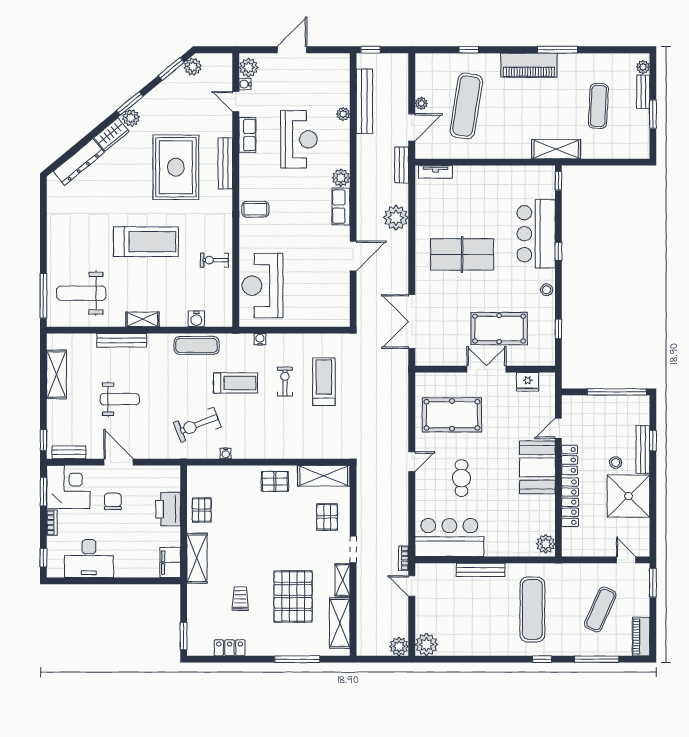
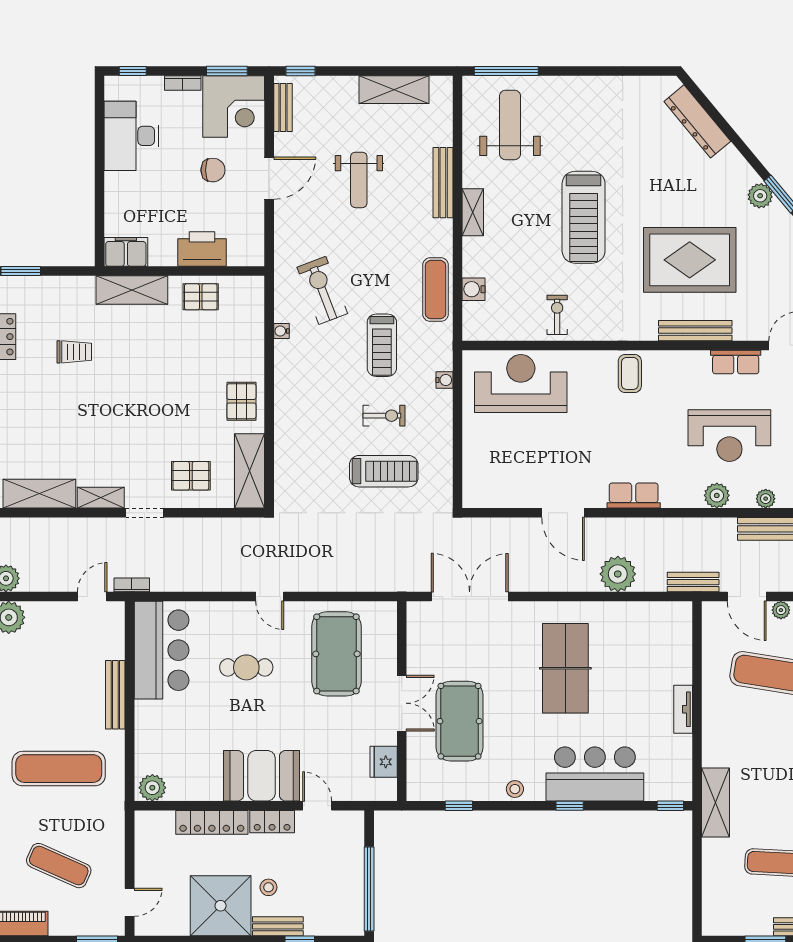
wardrobe: (111, 135) -> (736, 168), removed
tv unit: (436, 172) -> (683, 709), moved
plant: (341, 178) -> (717, 495), moved
bench: (643, 450) -> (278, 926), width x0.73
pallet: (293, 596) -> (77, 427), removed

